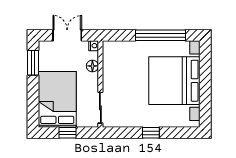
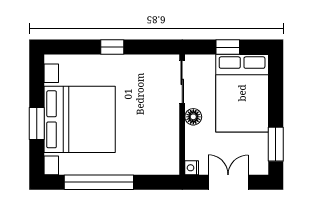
double door: (67, 35) -> (228, 182), swing flipped
floor lamp: (92, 66) -> (193, 117), moved
window: (205, 78) -> (37, 123), added

